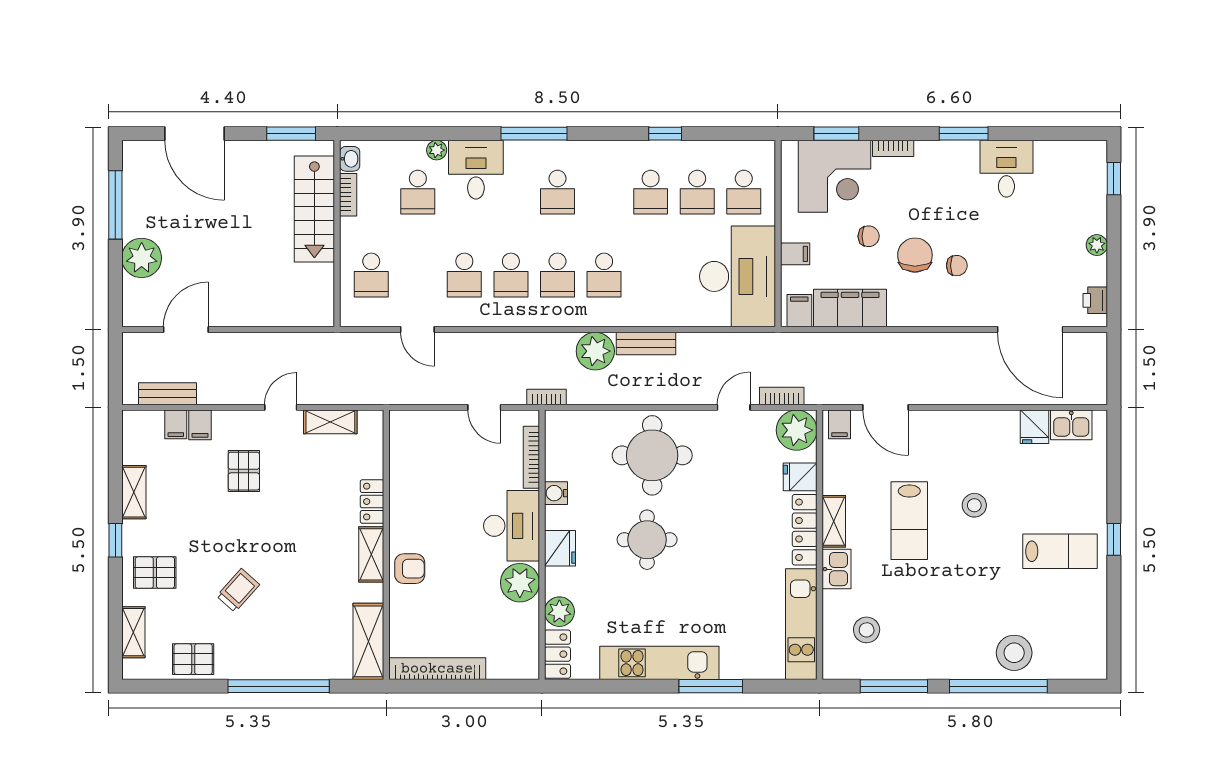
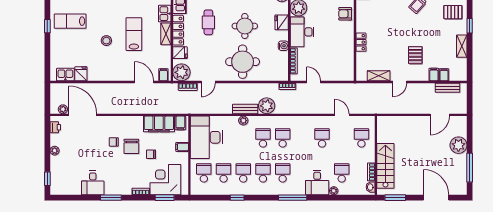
school desk: (511, 275) -> (263, 173), moved
plant: (651, 316) -> (243, 121), added
plant: (1077, 343) -> (63, 109), added
cafe table: (733, 548) -> (208, 22), added
shelving: (371, 554) -> (361, 20), removed

